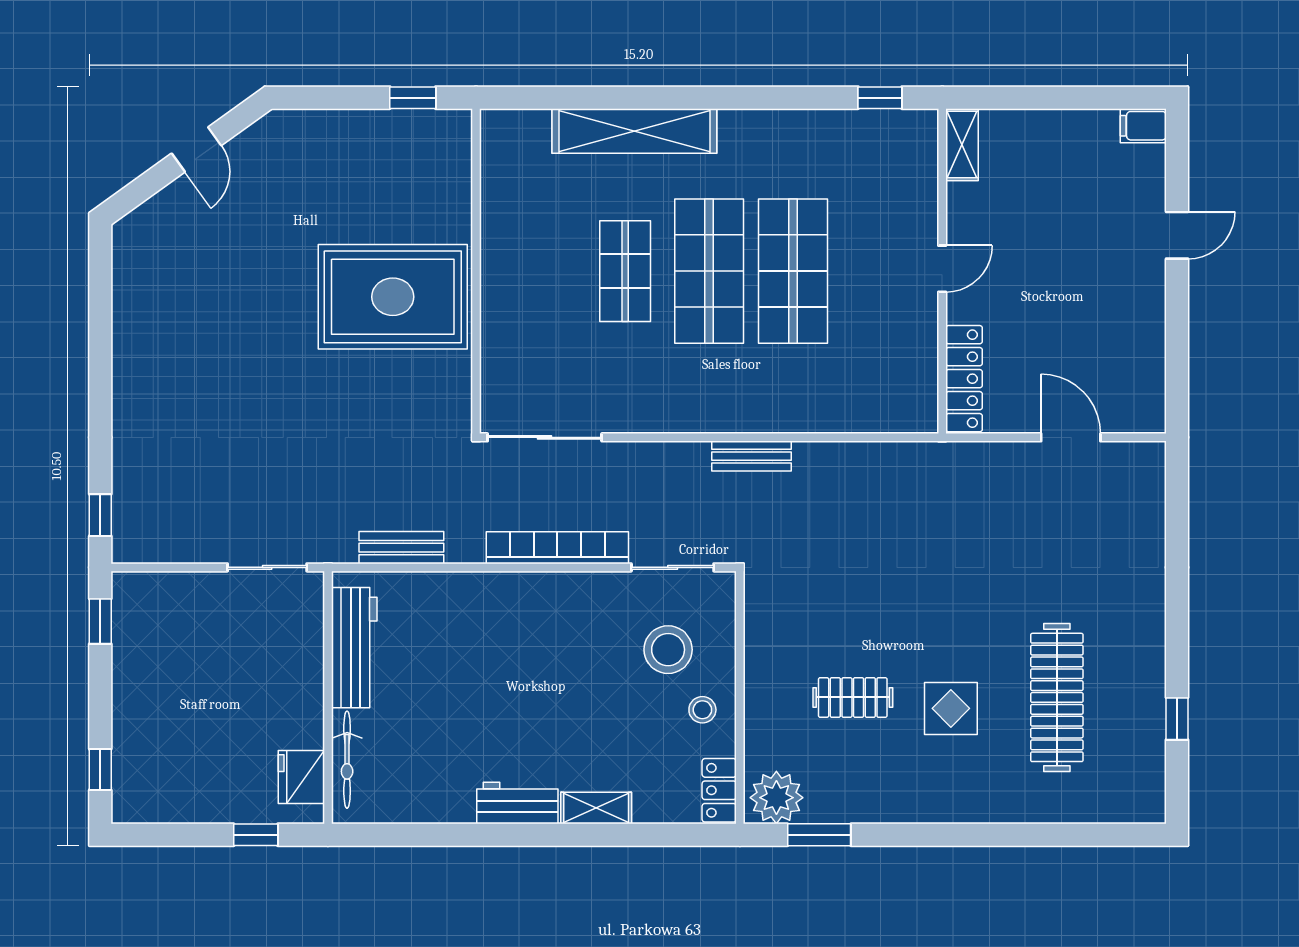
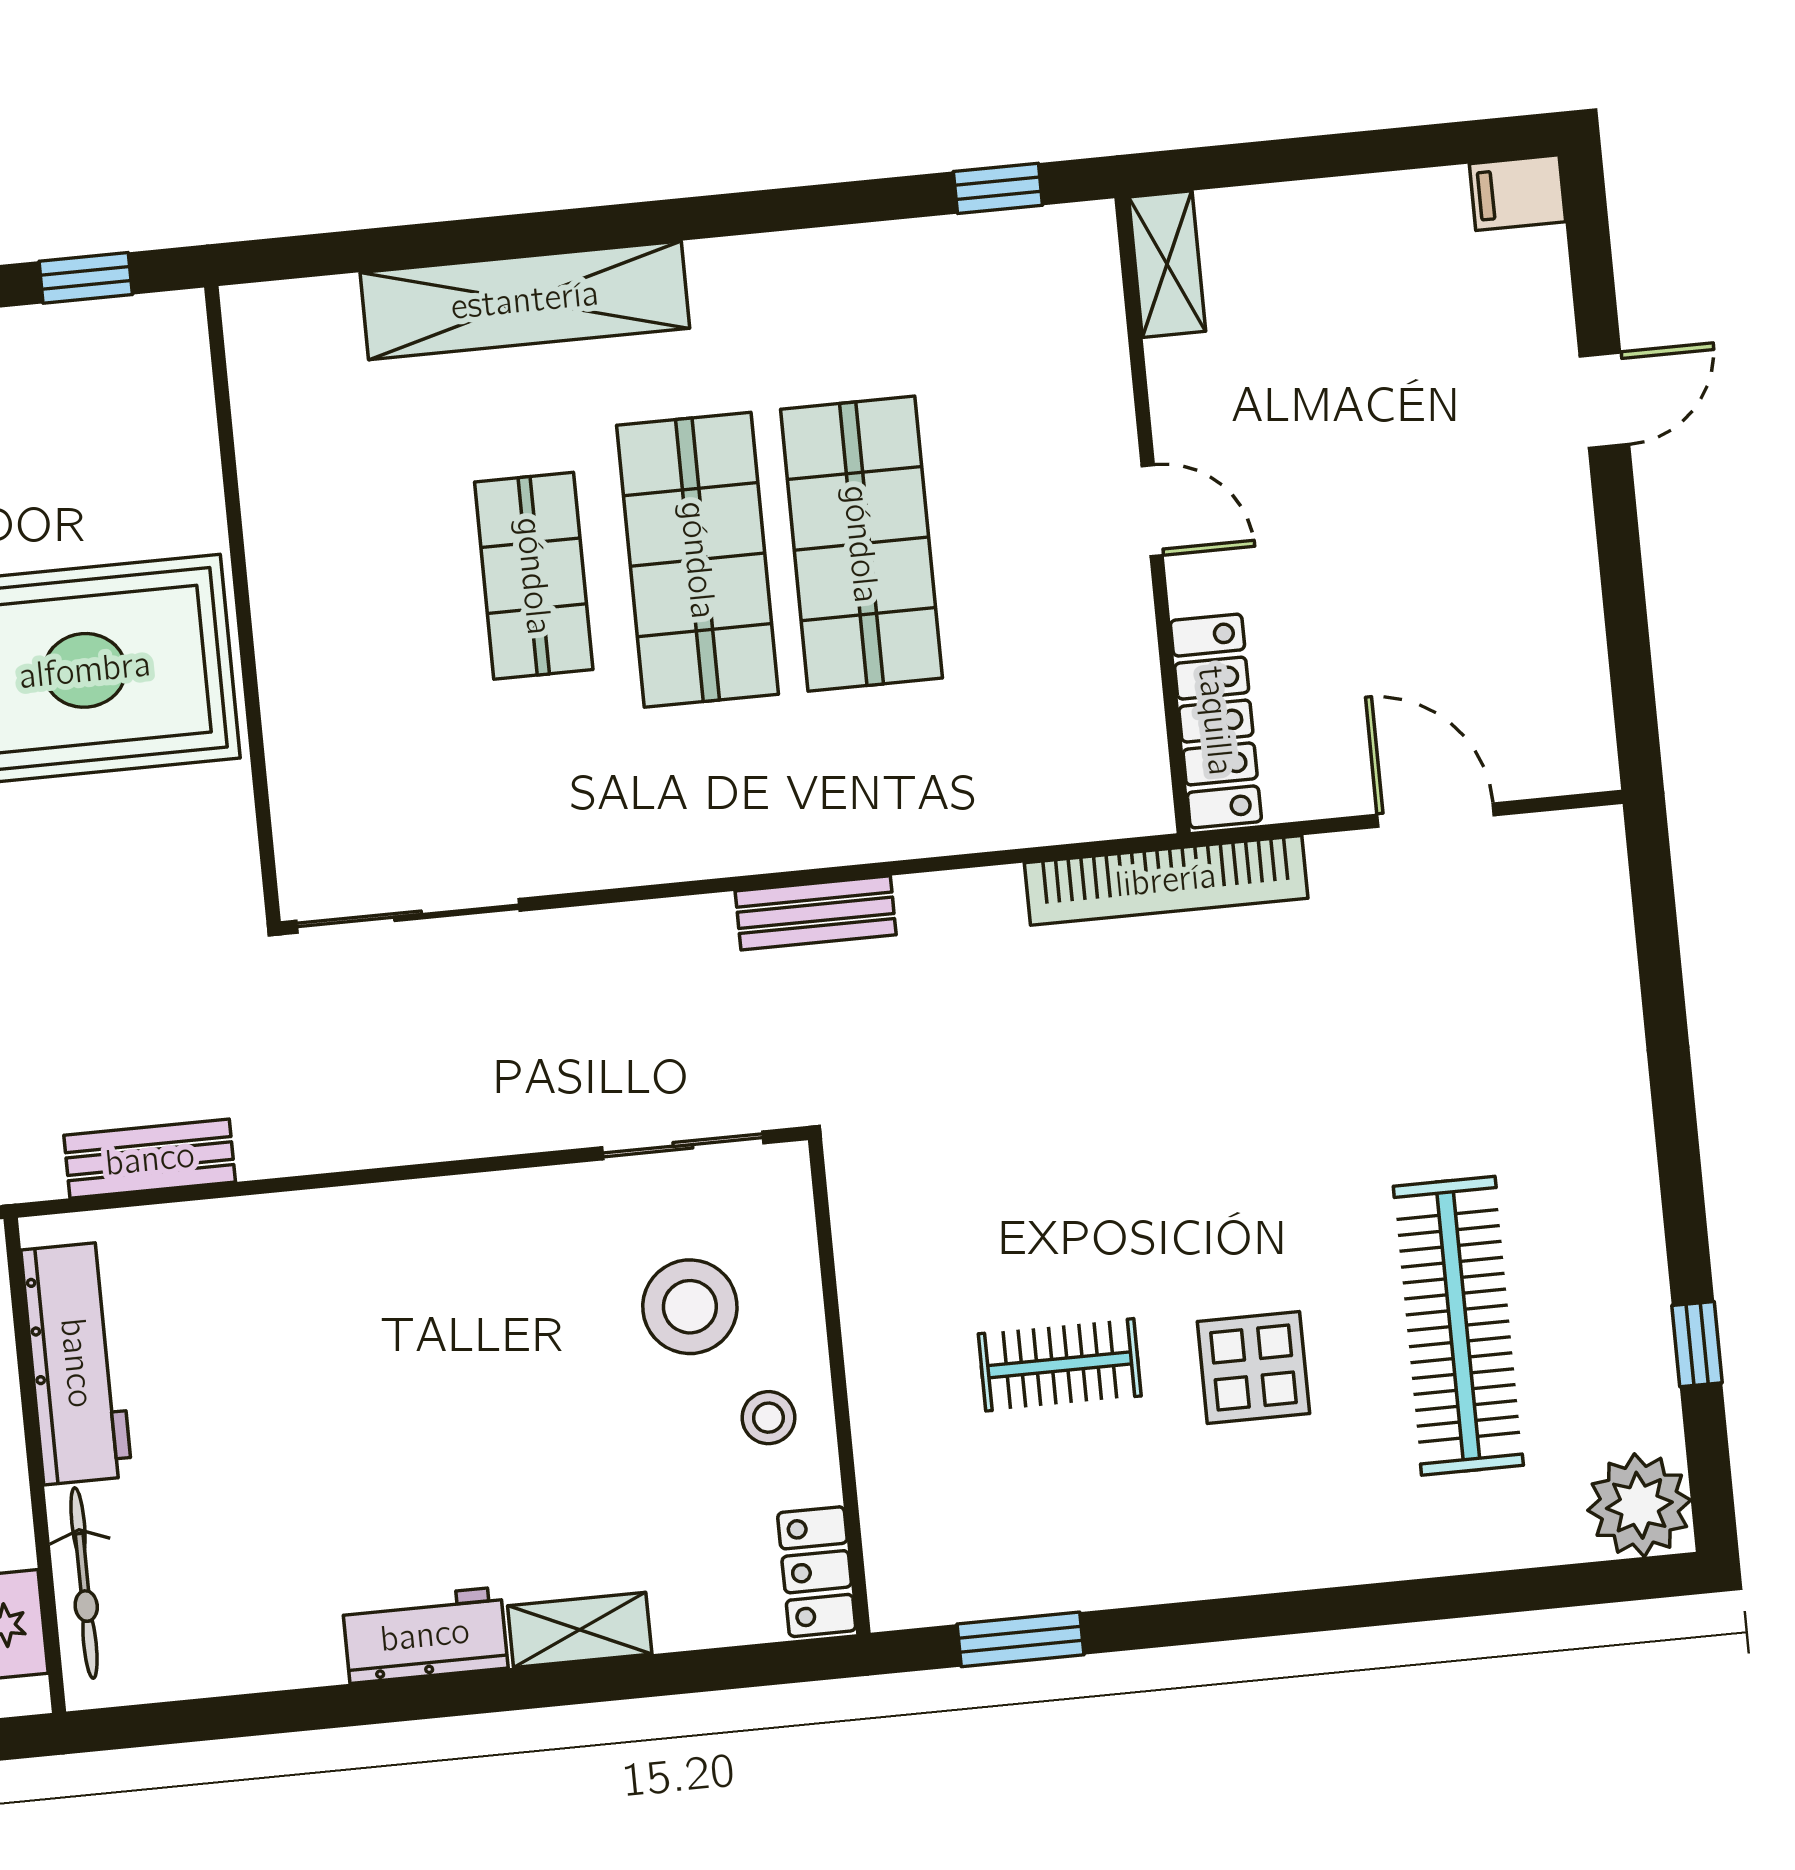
door: (942, 269) -> (1152, 511), hinge flipped
bookcase: (557, 548) -> (1166, 880), moved, turned 180
plant: (776, 798) -> (1639, 1505), moved

